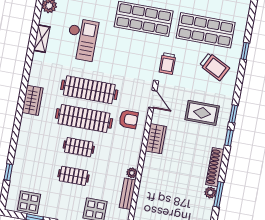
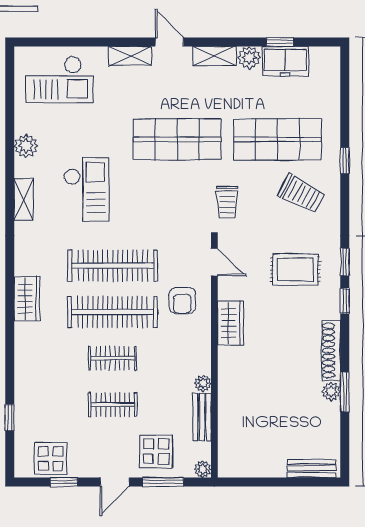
armchair: (129, 119) -> (182, 301), turned 90

